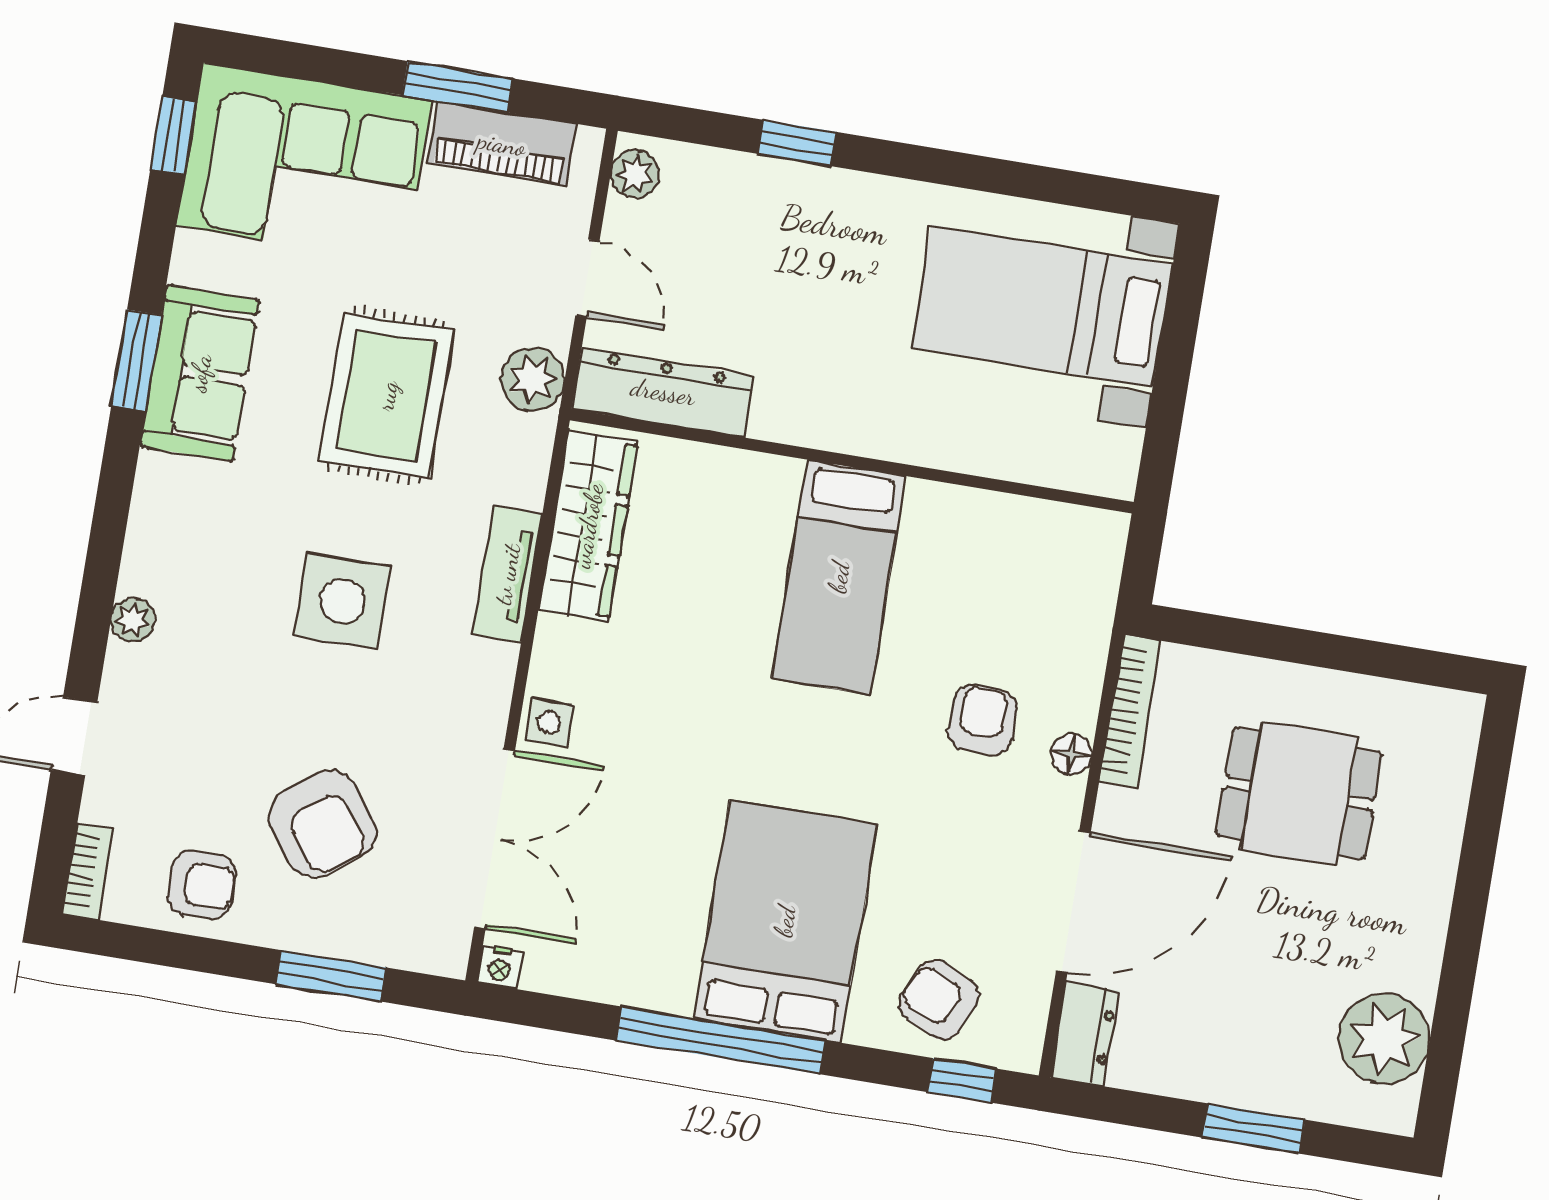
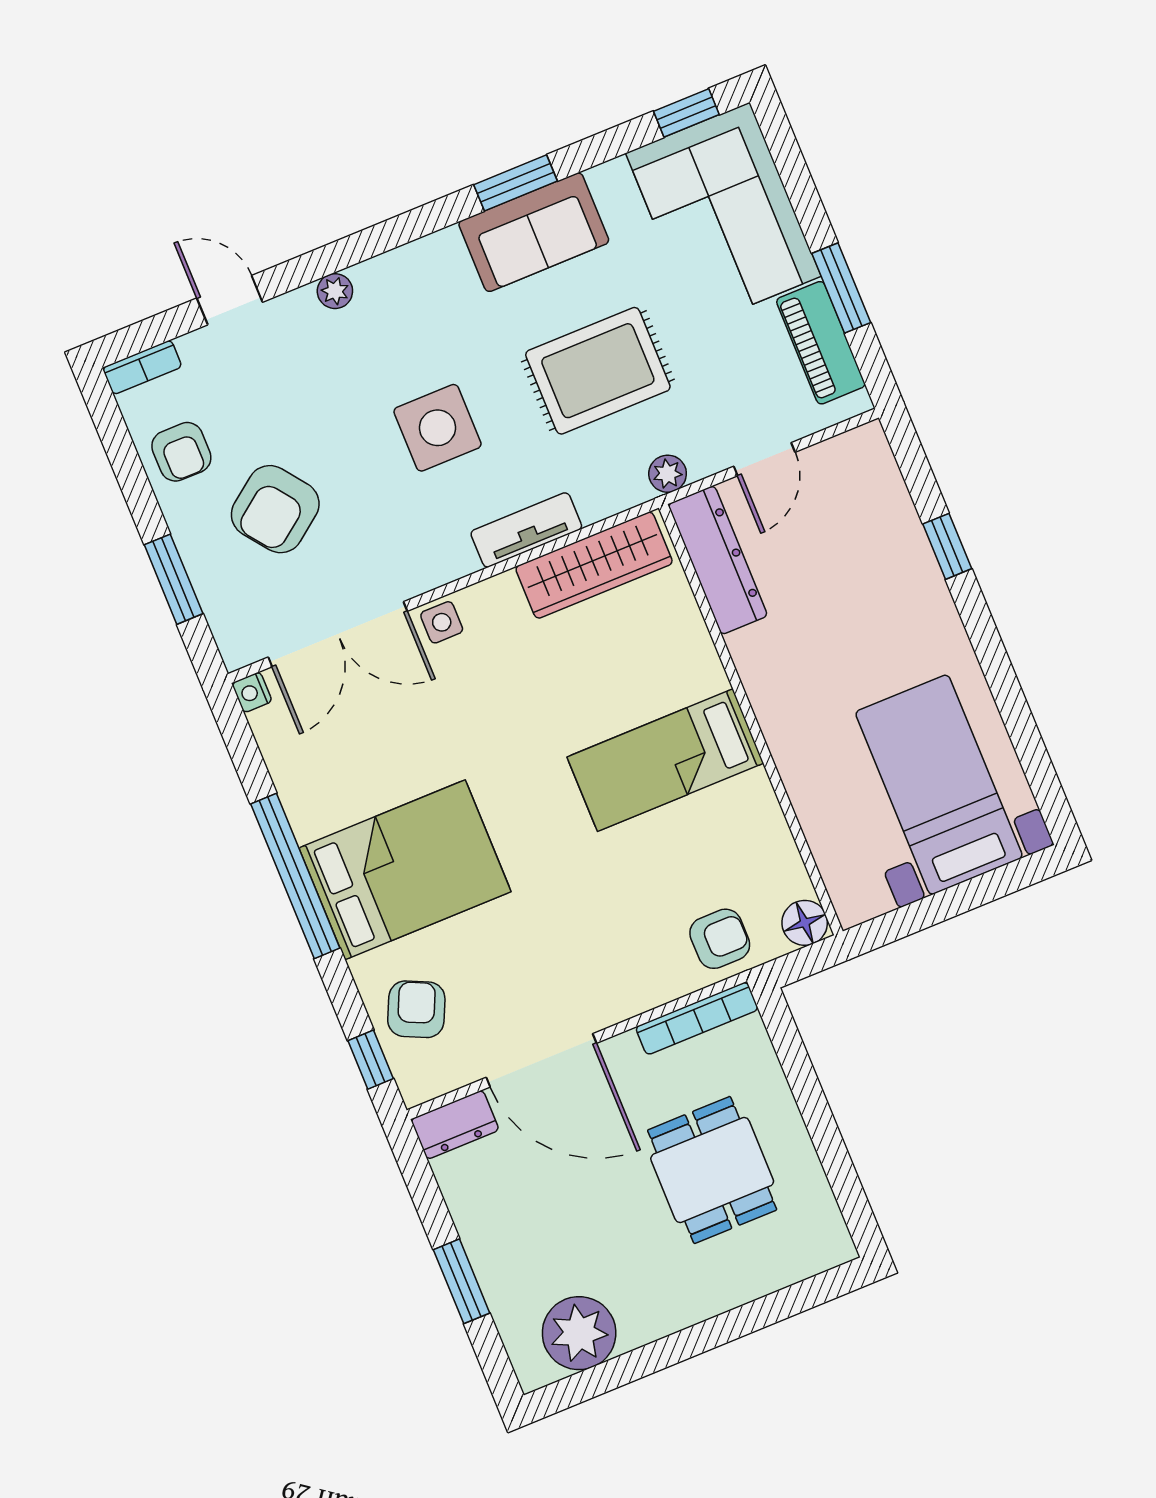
plant: (635, 174) -> (857, 447), removed
plant: (533, 379) -> (668, 474), width x0.73, depth x0.73
armchair: (983, 720) -> (720, 939), moved
floor lamp: (1071, 754) -> (805, 923), moved, width x1.37, depth x1.37

